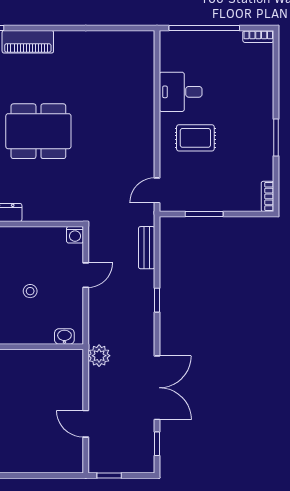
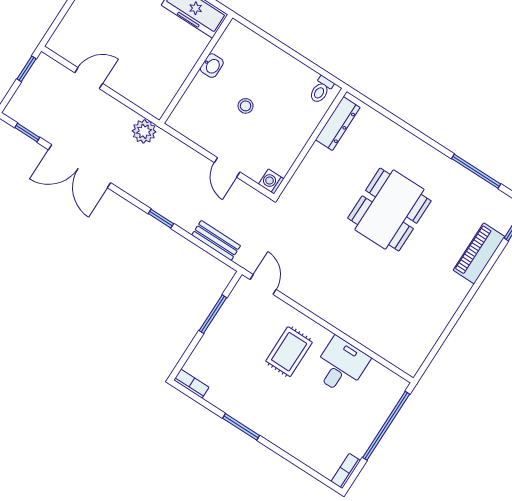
washbasin: (64, 336) -> (212, 66), moved

